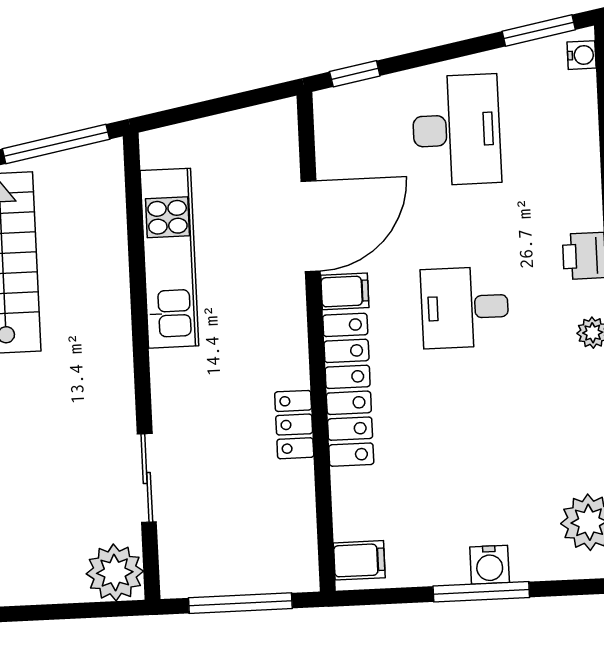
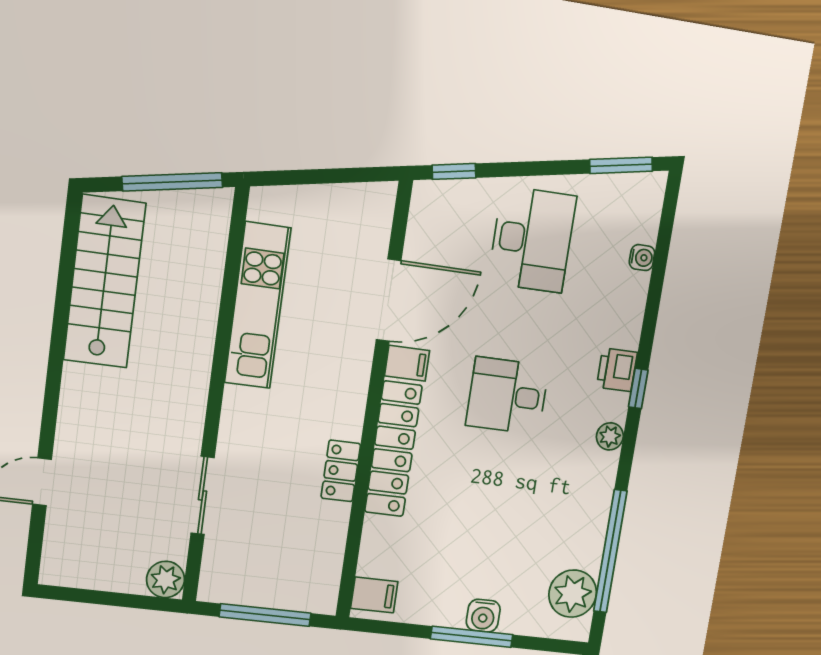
water cooler: (582, 55) -> (642, 258), moved
plant: (115, 573) -> (166, 579), width x0.73, depth x0.73

